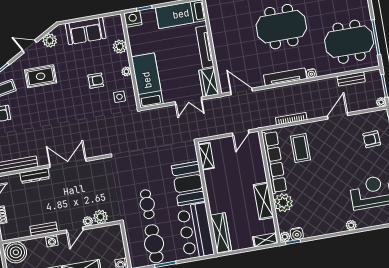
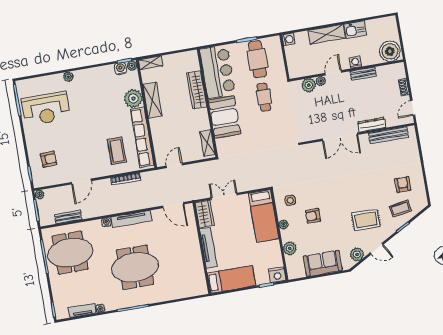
wardrobe: (221, 233) -> (197, 90), moved

